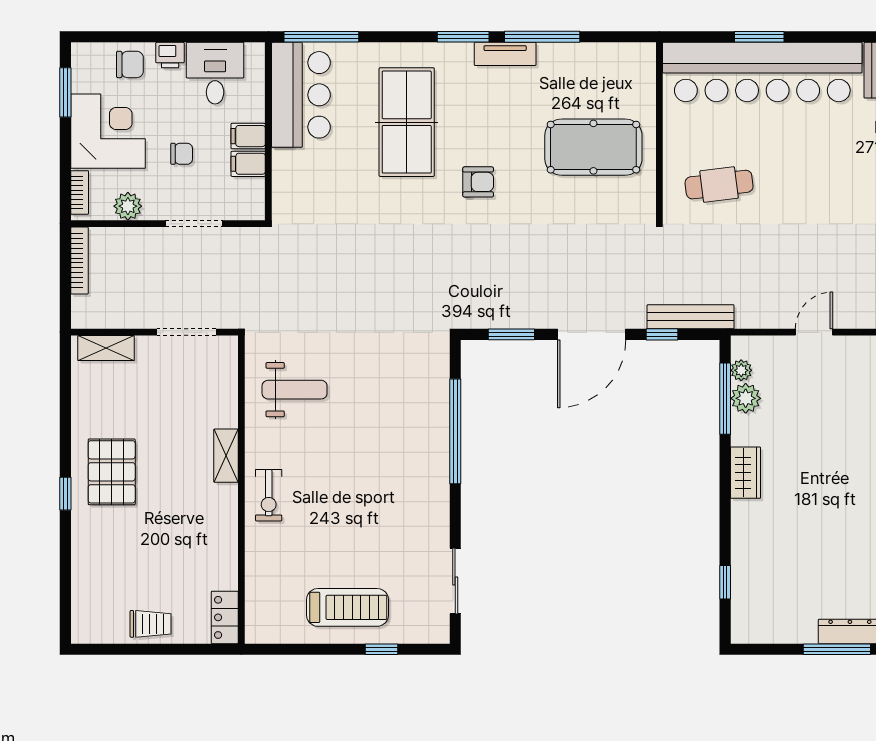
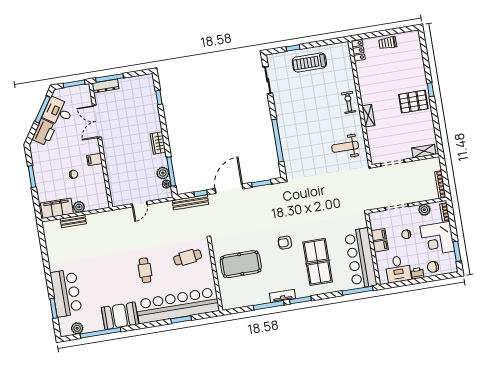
bar counter: (301, 95) -> (361, 258), width x1.36
cafe table: (827, 170) -> (145, 270), added
pallet: (112, 472) -> (413, 102), turned 90

